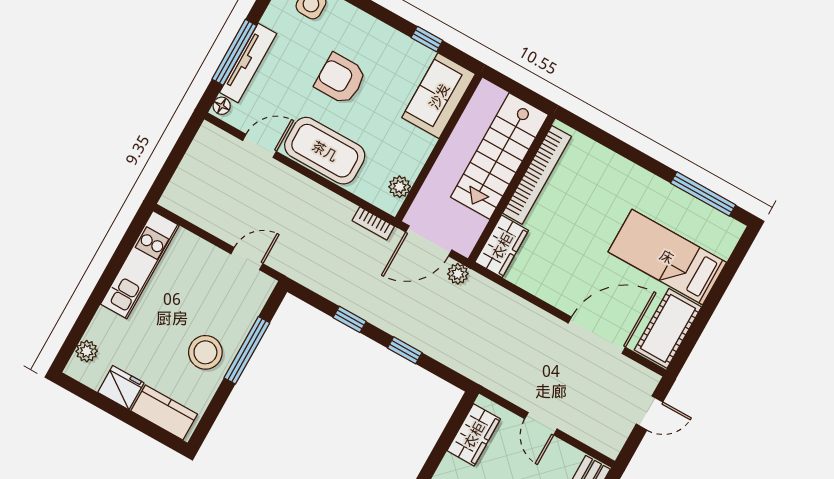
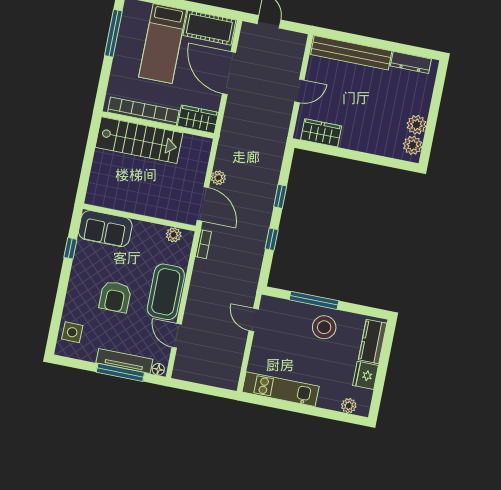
stairs: (499, 156) -> (139, 140), moved
bookcase: (537, 175) -> (143, 111), moved
wall: (512, 188) -> (158, 125), moved
wardrobe: (502, 246) -> (198, 119), moved

